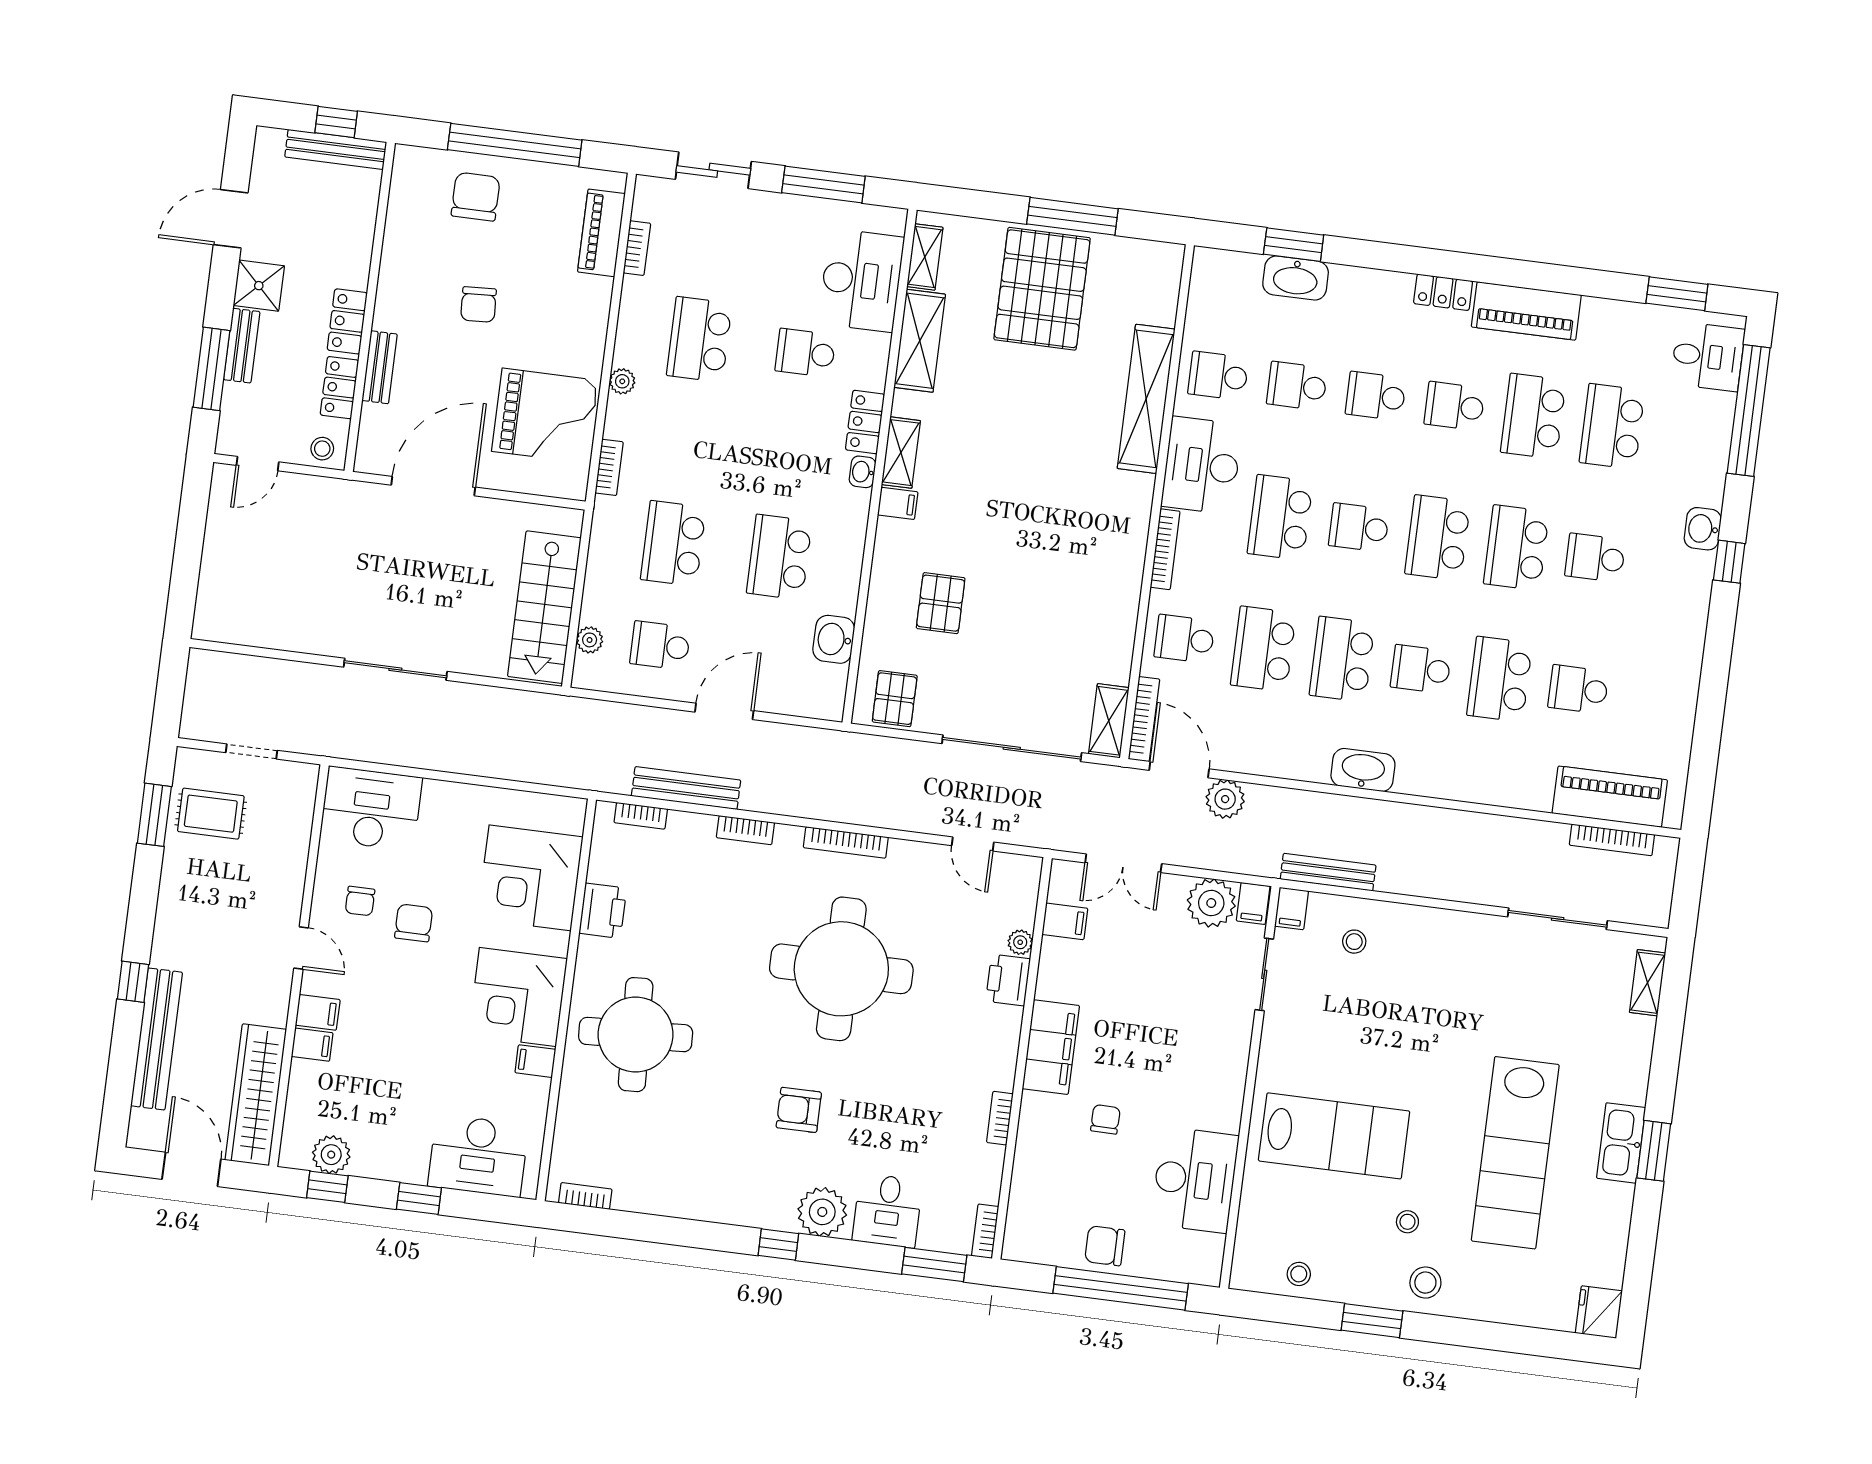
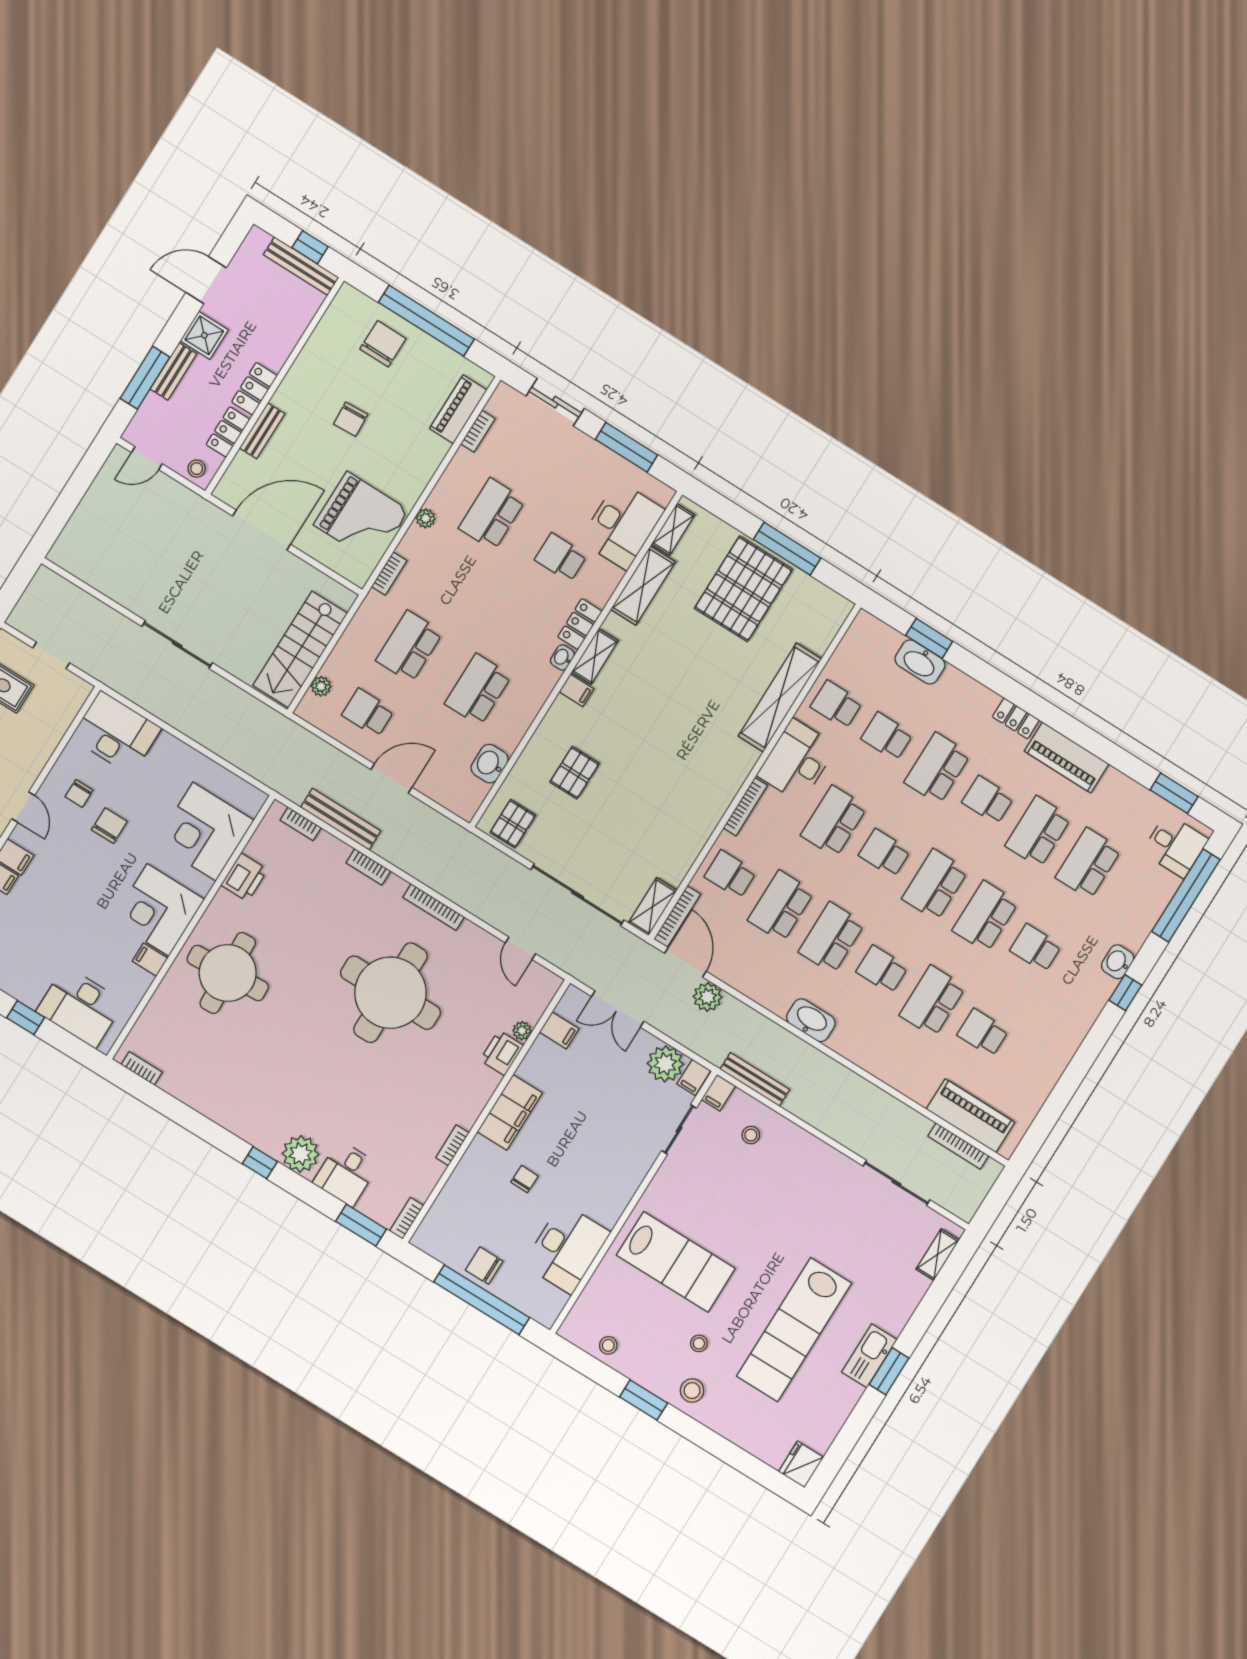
school desk: (1376, 396) -> (937, 768), width x1.85
armchair: (799, 1110) -> (317, 1076), removed

